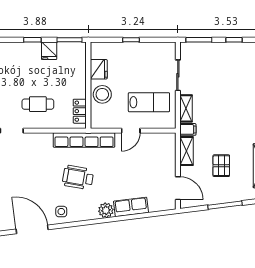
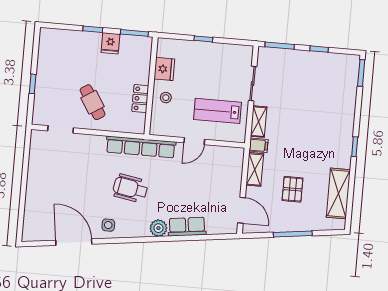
stool: (102, 94) -> (166, 98), width x0.53, depth x0.53
lab bench: (149, 102) -> (217, 111), turned 180
cafe table: (38, 104) -> (93, 102), turned 58
locker: (80, 111) -> (140, 99), moved

